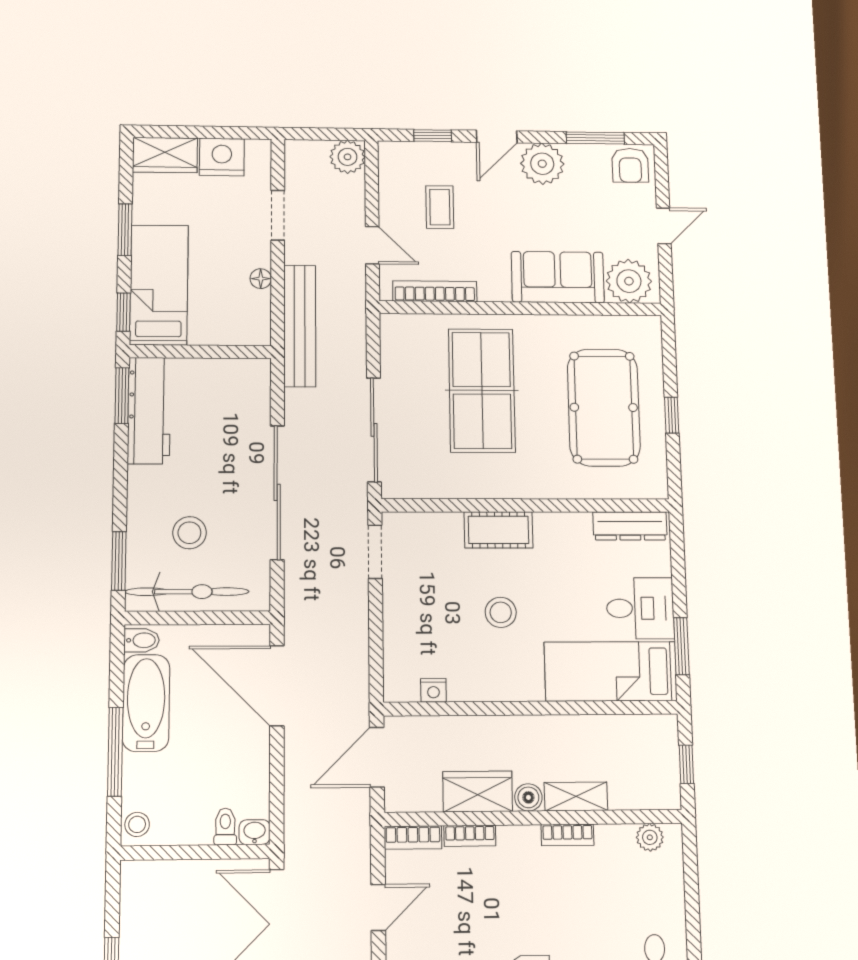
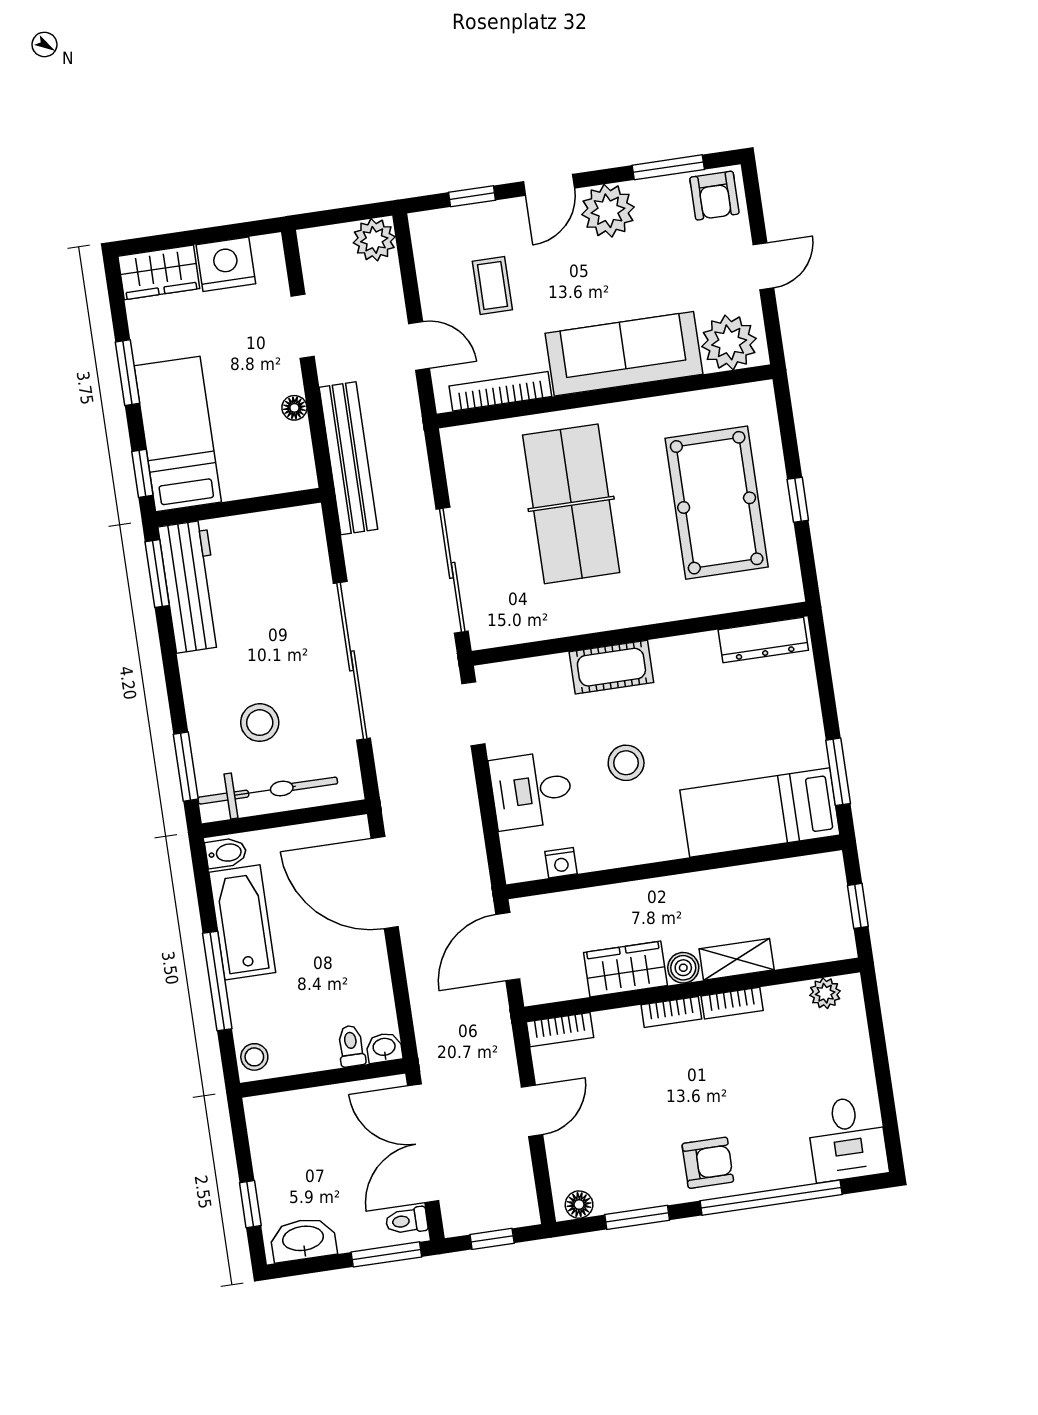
sofa: (558, 277) -> (624, 354), width x1.36
desk: (640, 608) -> (531, 790), moved, turned 180
bookcase: (470, 836) -> (671, 1012), moved

